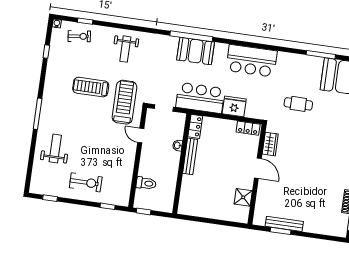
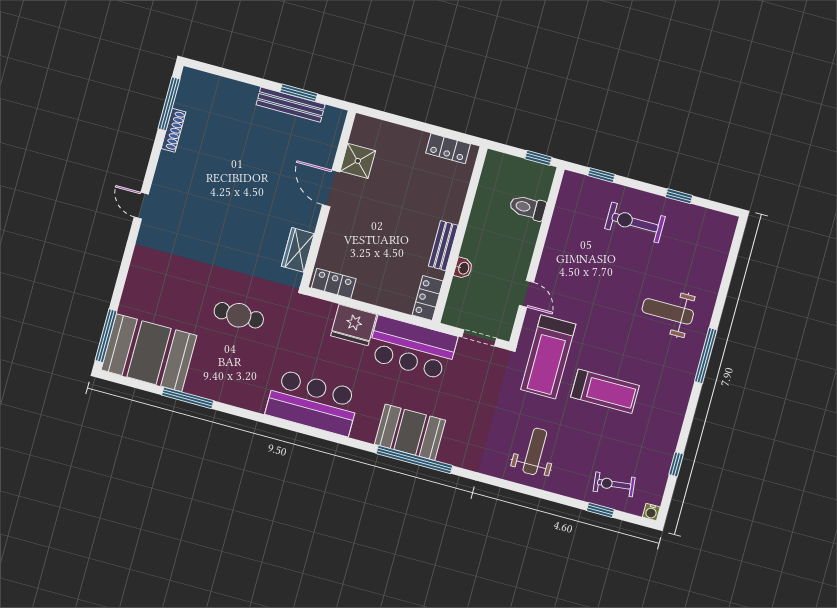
weight bench: (55, 148) -> (668, 311), moved, turned 90
bench: (190, 156) -> (443, 246), width x0.73
door: (258, 168) -> (331, 188), moved
window: (50, 198) -> (679, 196), moved
locker: (194, 210) -> (448, 148), added

